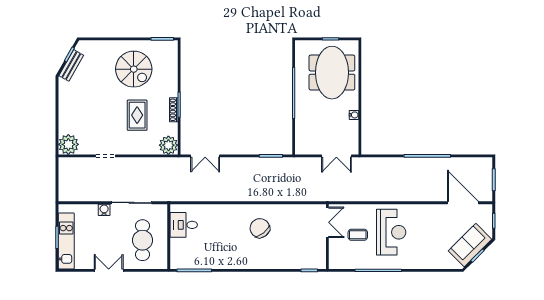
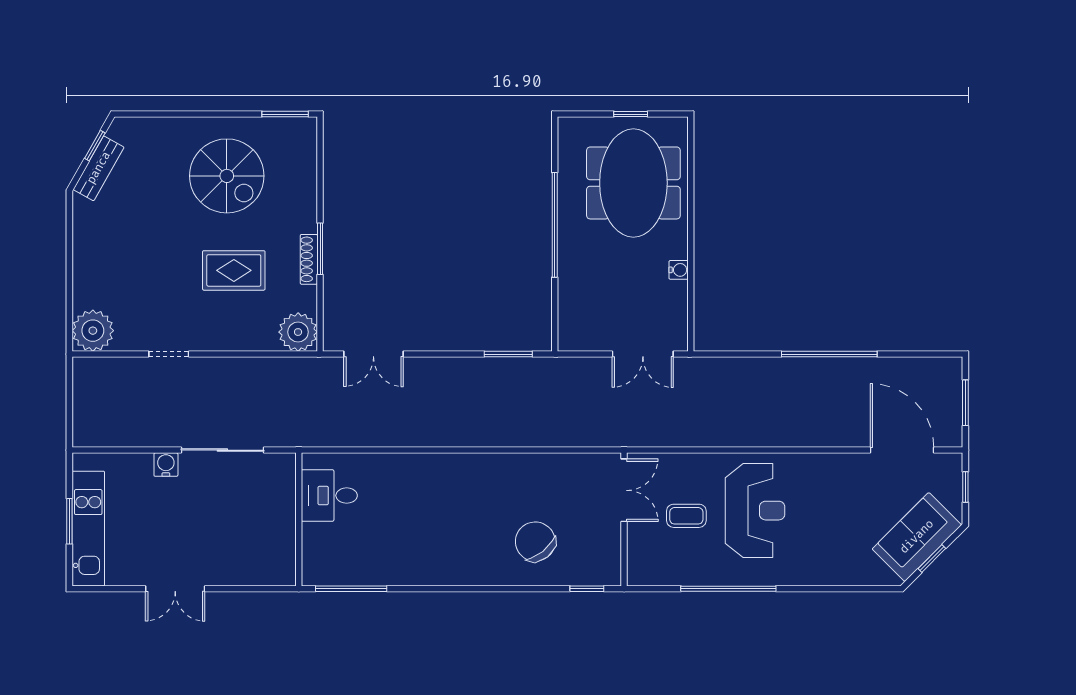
rug: (137, 115) -> (234, 270), turned 90
chair: (260, 228) -> (535, 542), moved
cafe table: (142, 240) -> (245, 527), removed
double door: (109, 270) -> (175, 589), swing flipped

